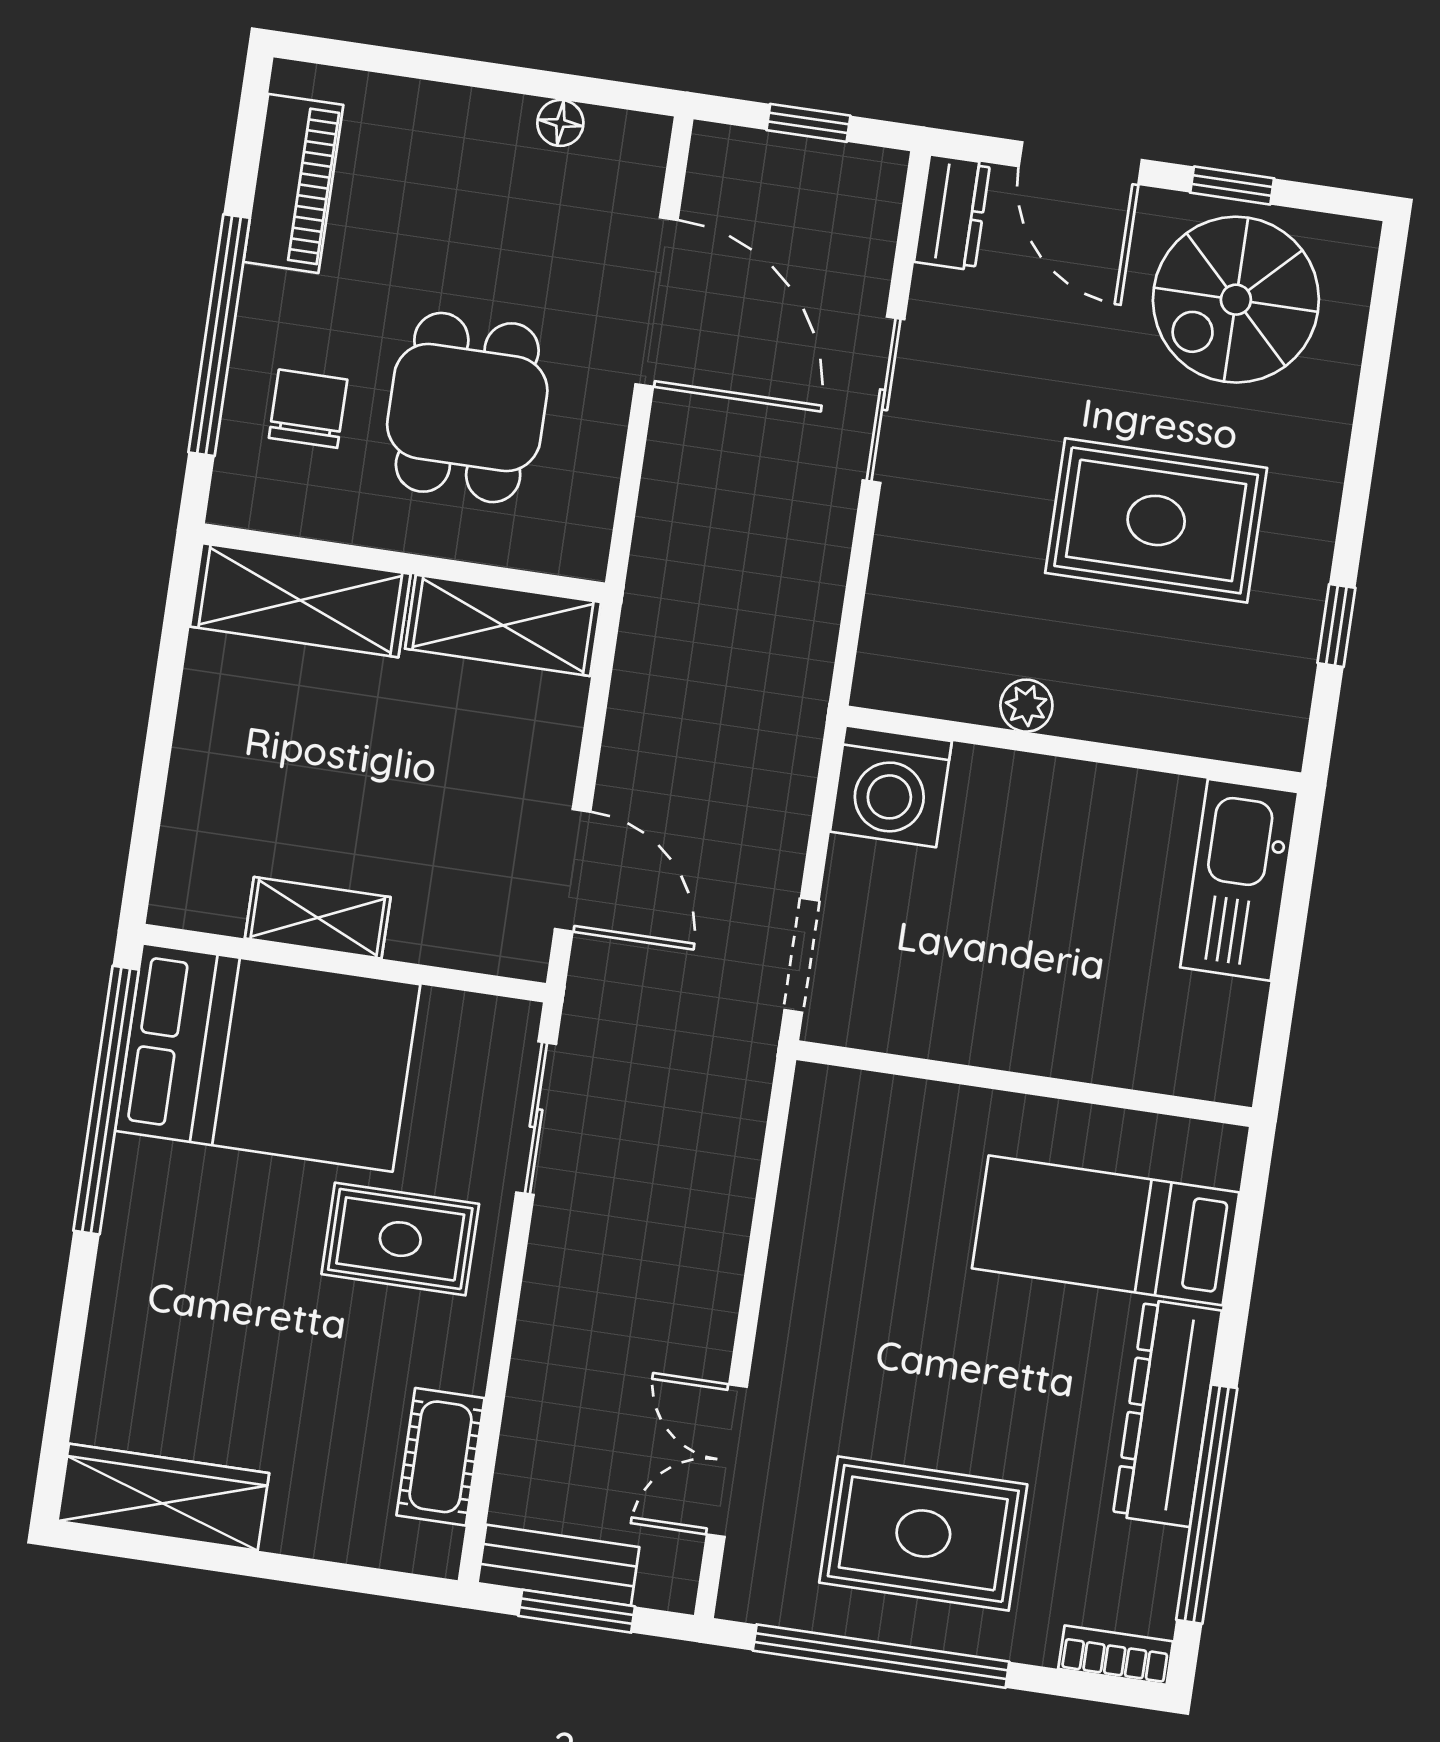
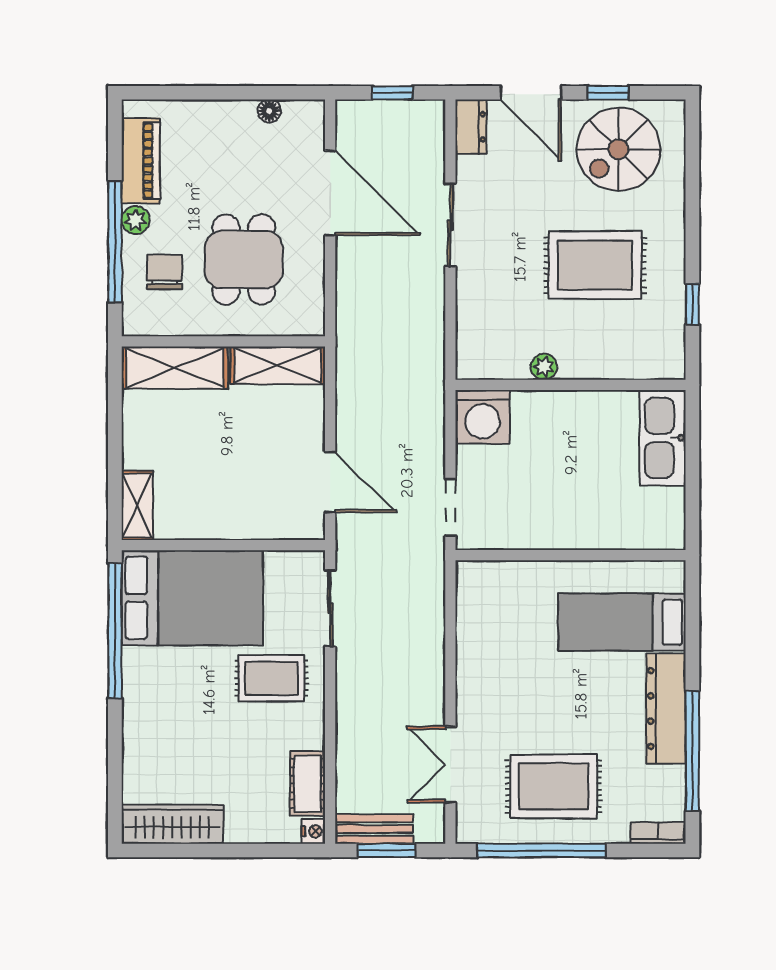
plant: (266, 299) -> (136, 220), added
shelving: (318, 918) -> (137, 505), moved, turned 90
nightstand: (438, 1552) -> (313, 831), added

